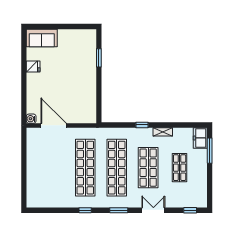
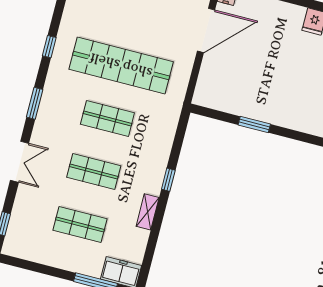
window: (99, 58) -> (254, 125), moved
shop shelf: (117, 168) -> (107, 119), width x0.50, depth x0.74
shop shelf: (148, 168) -> (94, 172), width x0.70, depth x0.74

